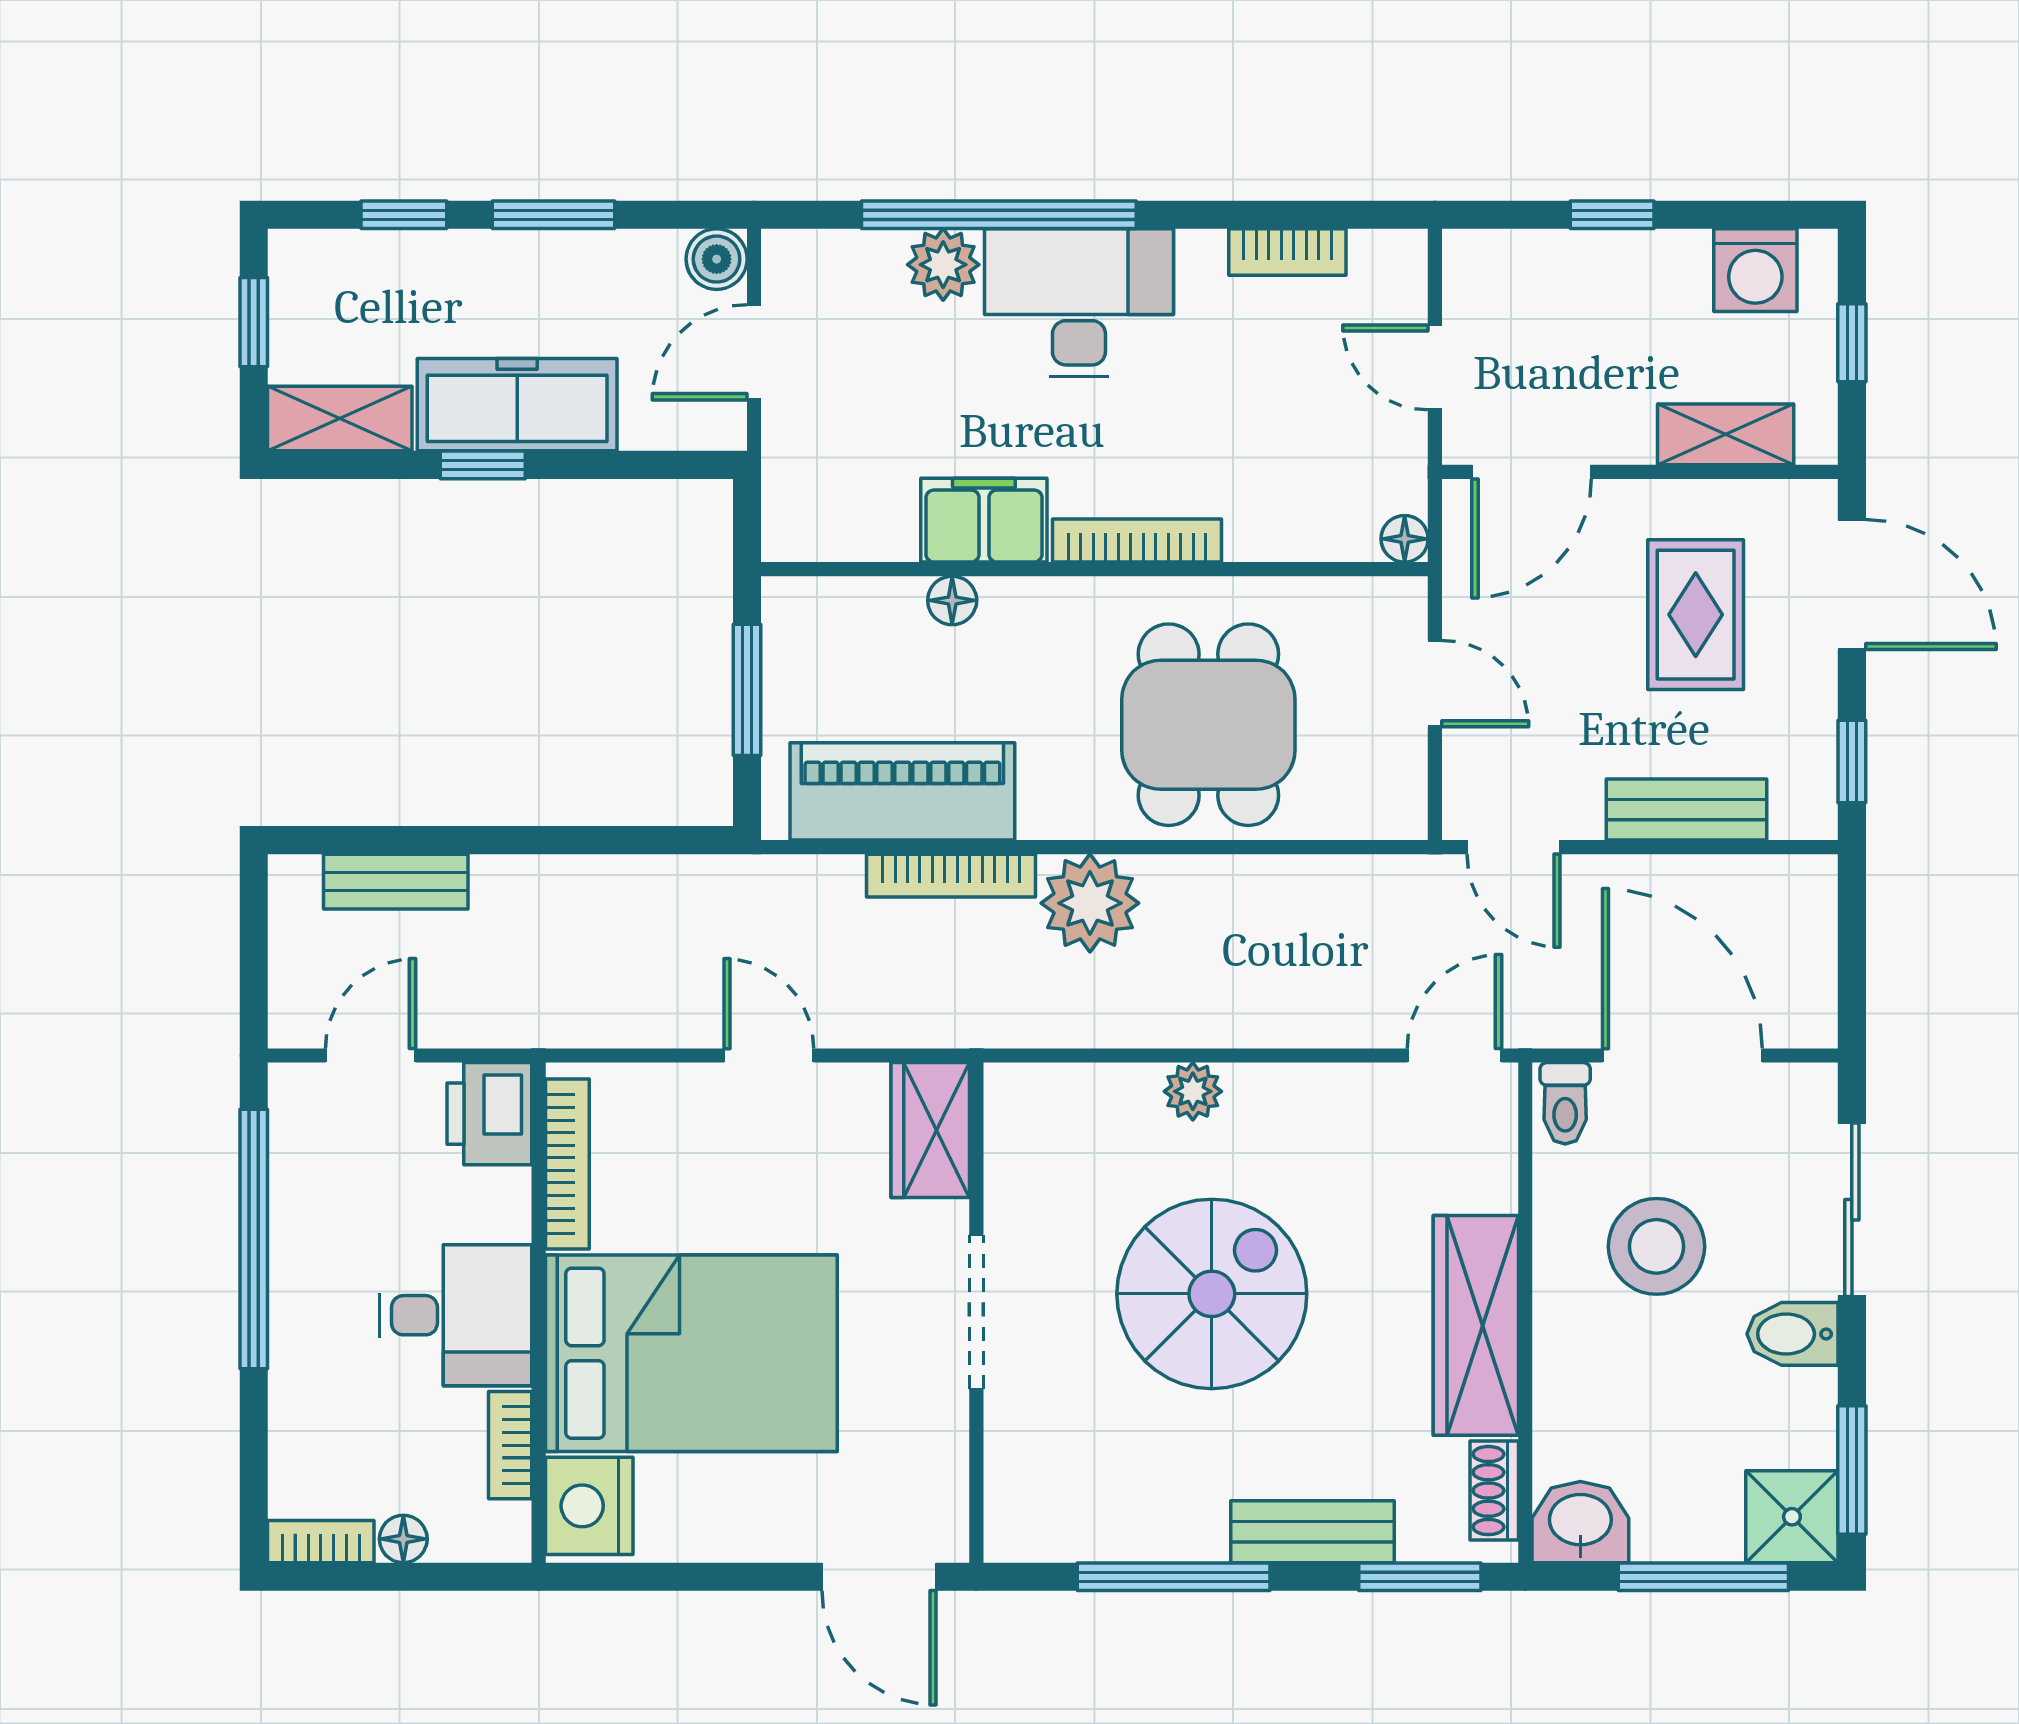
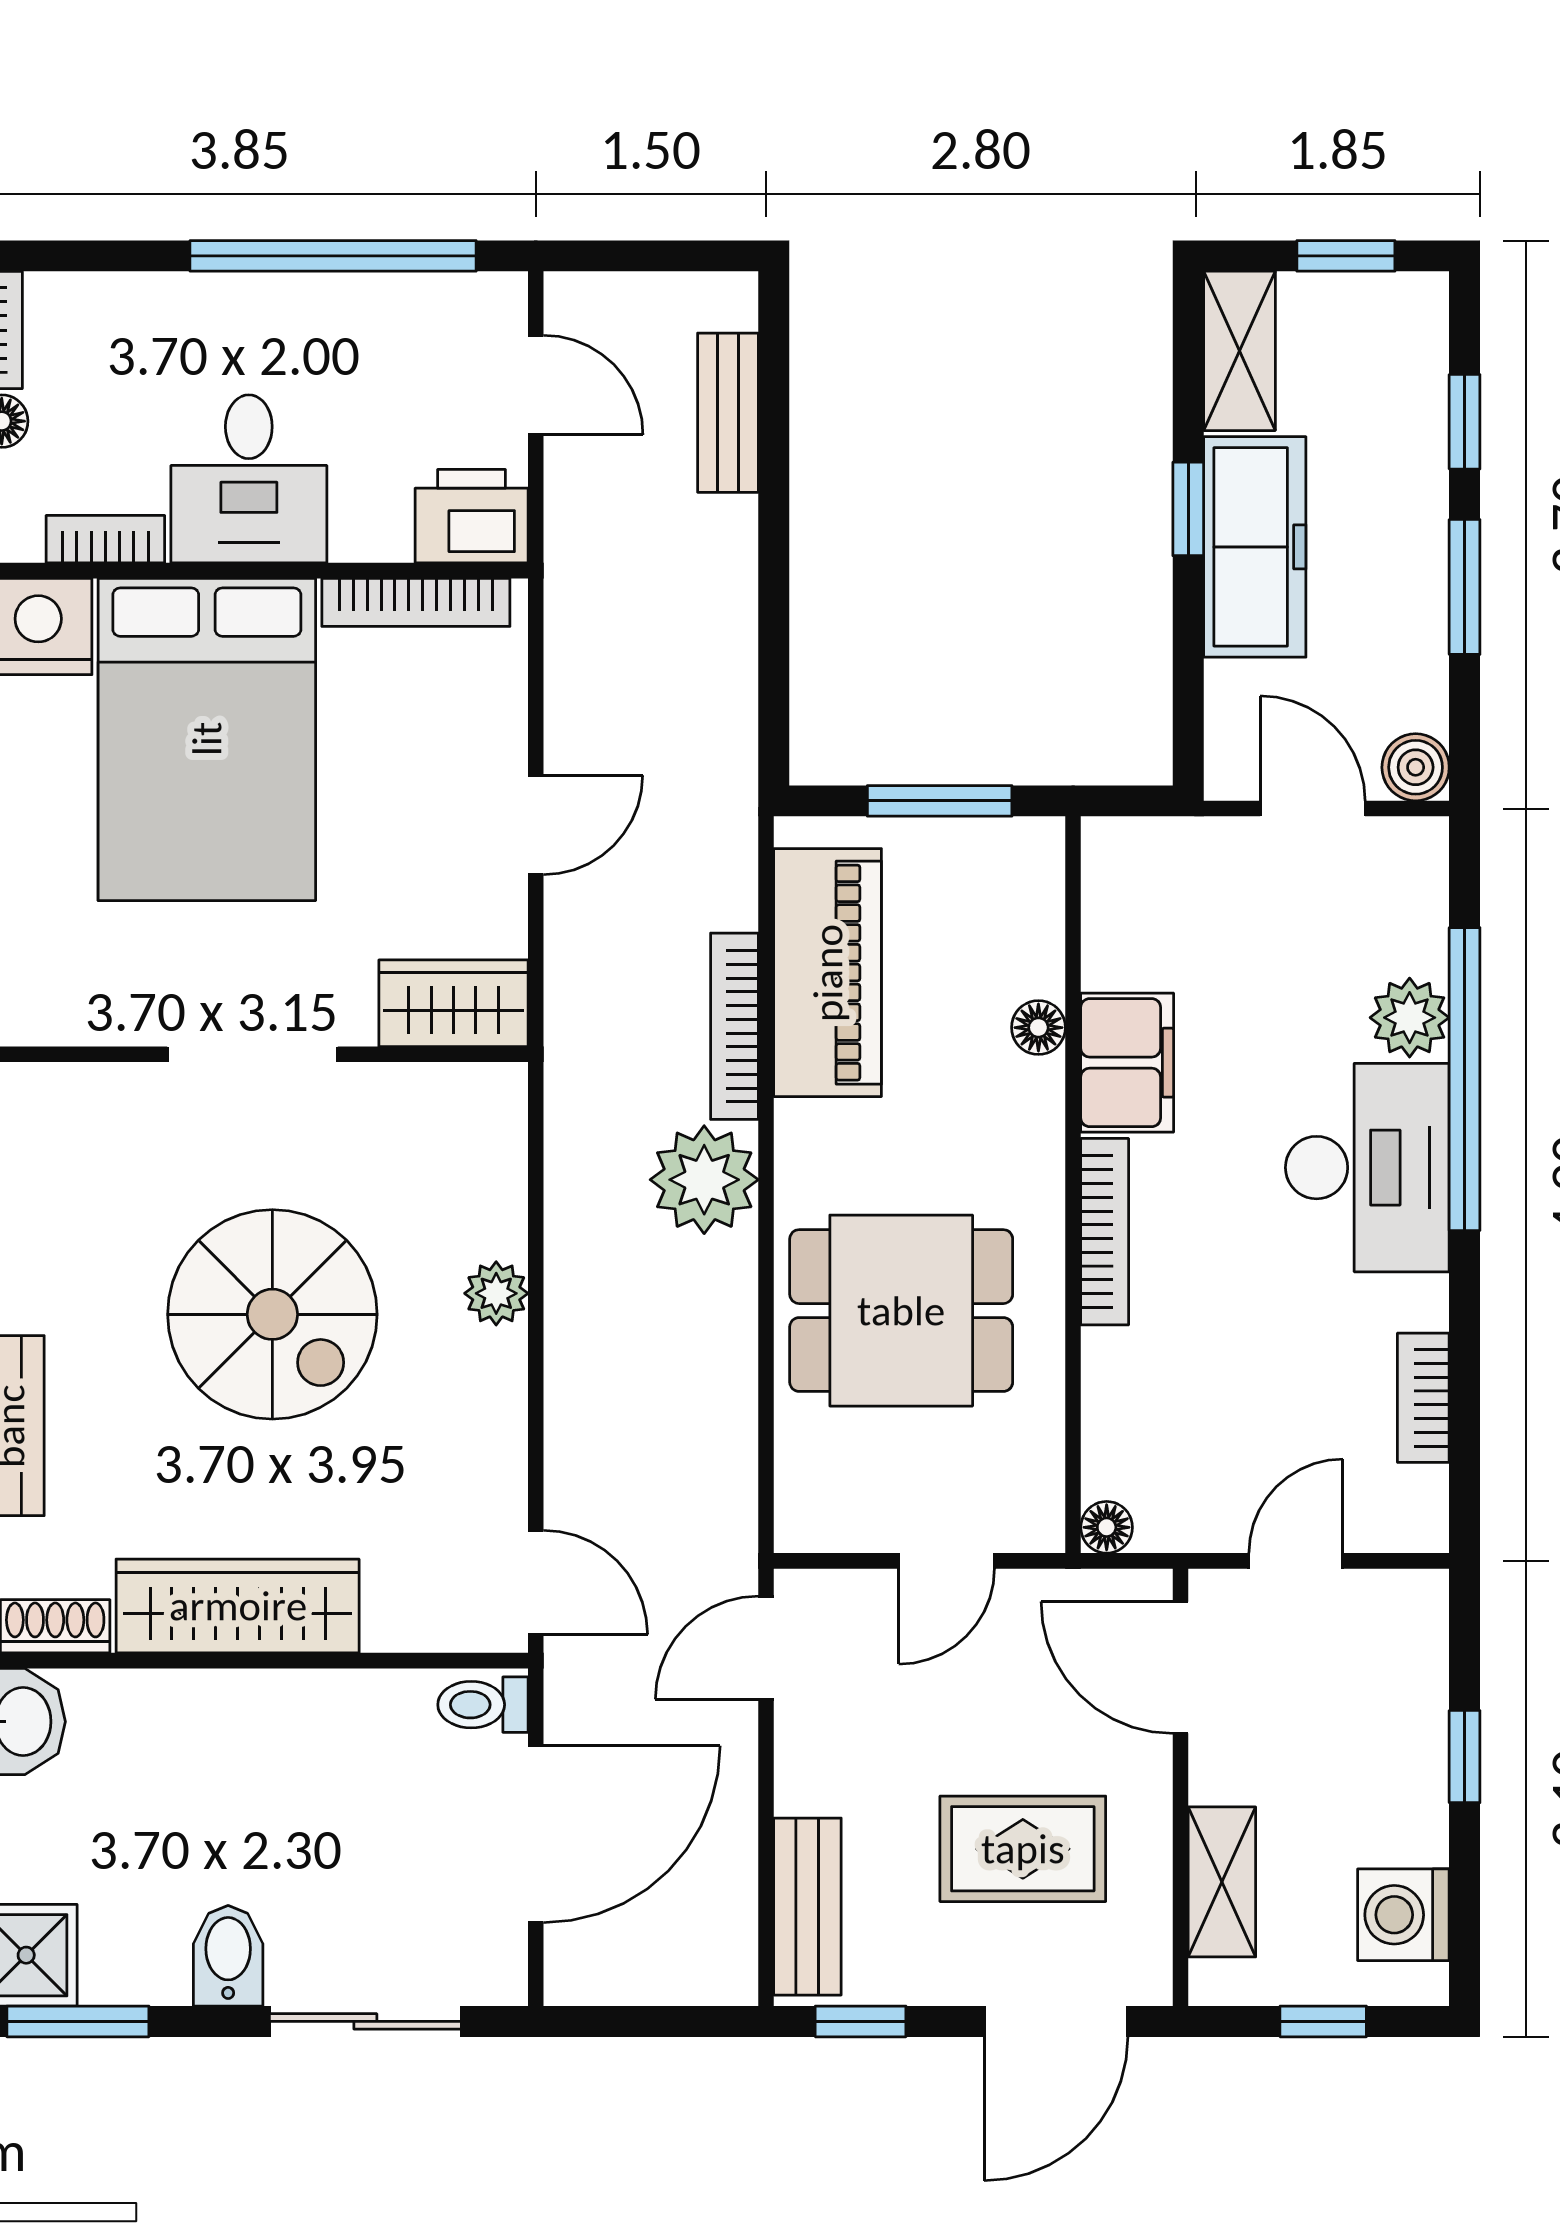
bench: (1687, 810) -> (807, 1907), moved
stool: (1657, 1246) -> (325, 1806), removed

